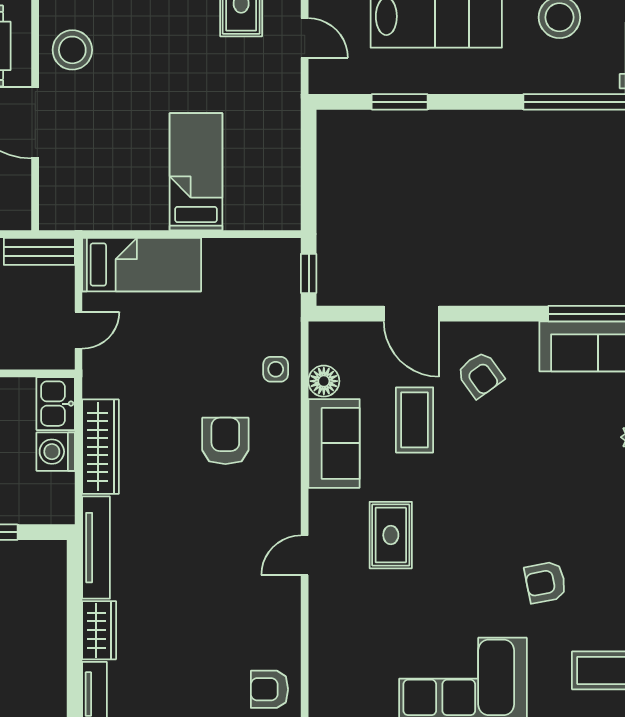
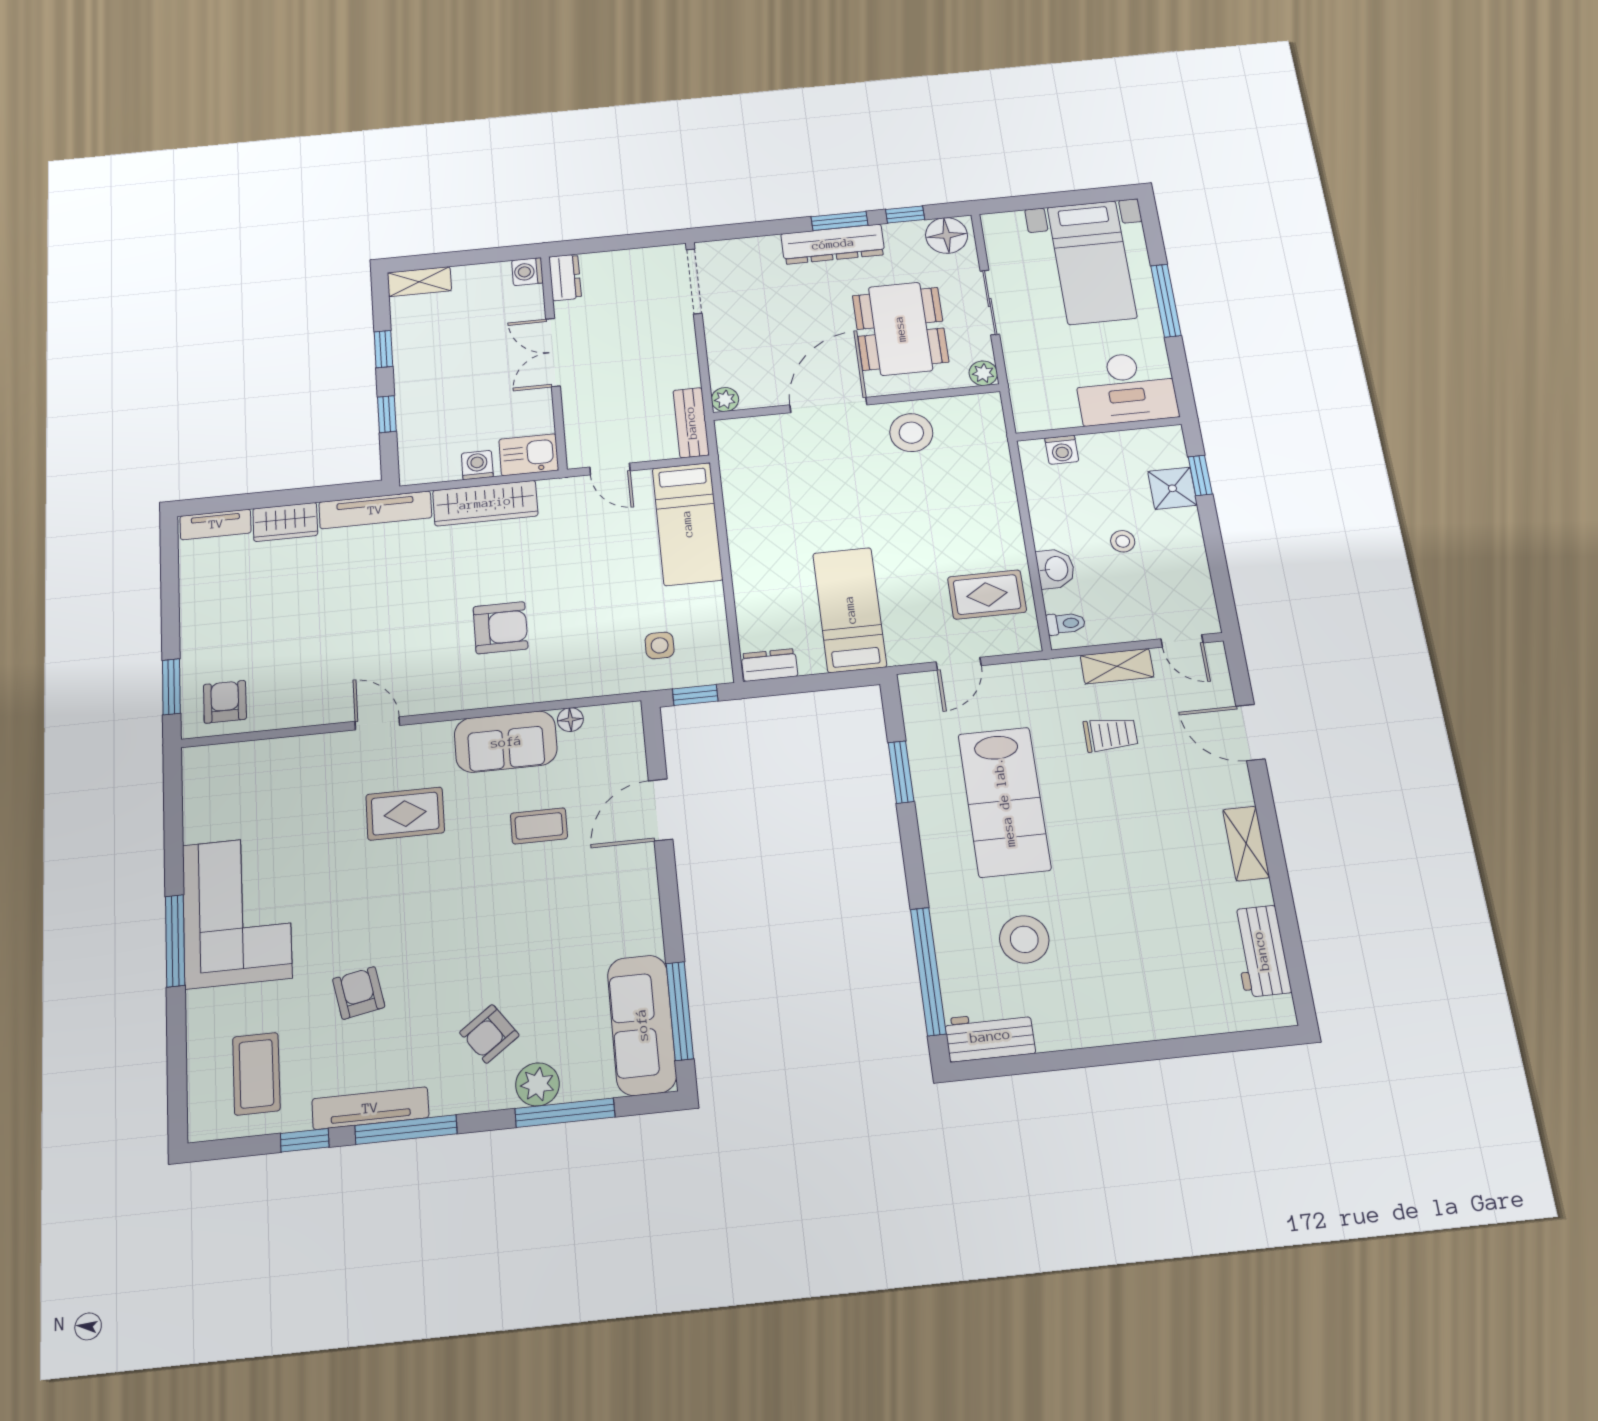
bed: (196, 172) -> (850, 610), moved, turned -90
dresser: (287, 205) -> (769, 665), added
plant: (19, 218) -> (725, 400), added
side table: (276, 369) -> (660, 645), moved
armchair: (480, 375) -> (489, 1034), moved
floor lamp: (324, 381) -> (570, 720), width x0.73, depth x0.73
coffee table: (415, 420) -> (539, 826), width x0.73, depth x0.77
washing machine: (56, 452) -> (477, 465), width x0.73, depth x0.73

